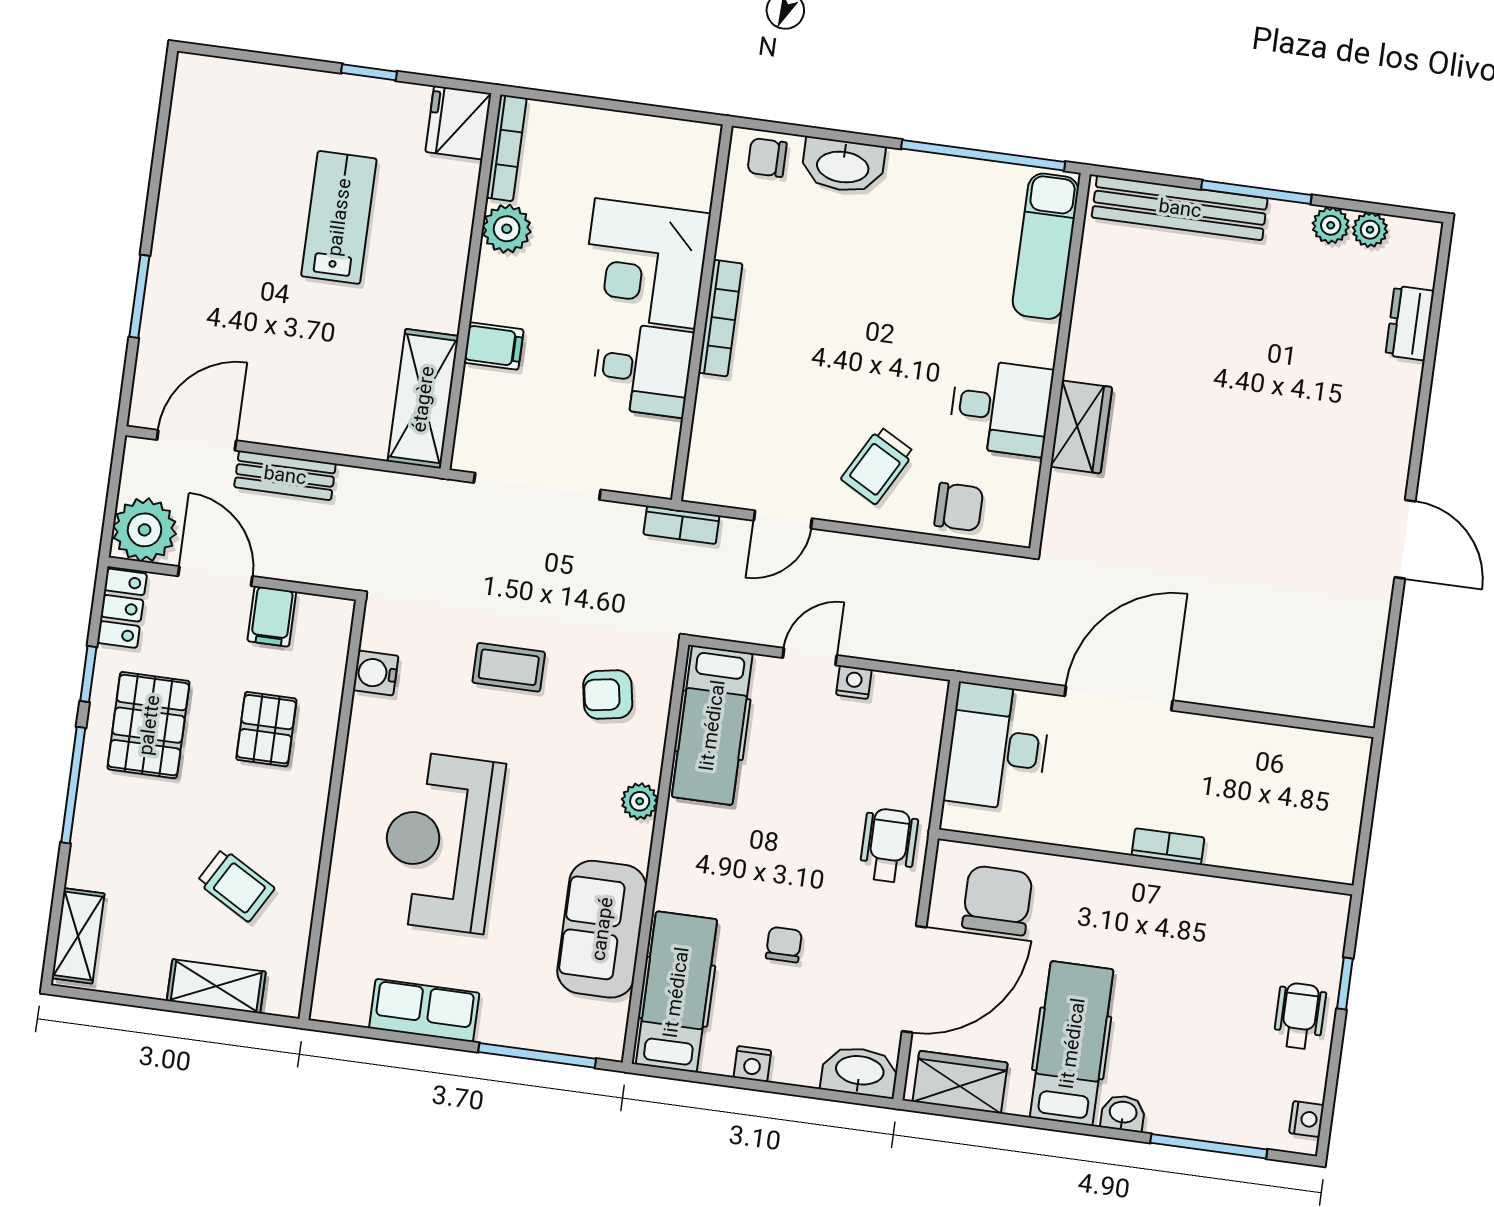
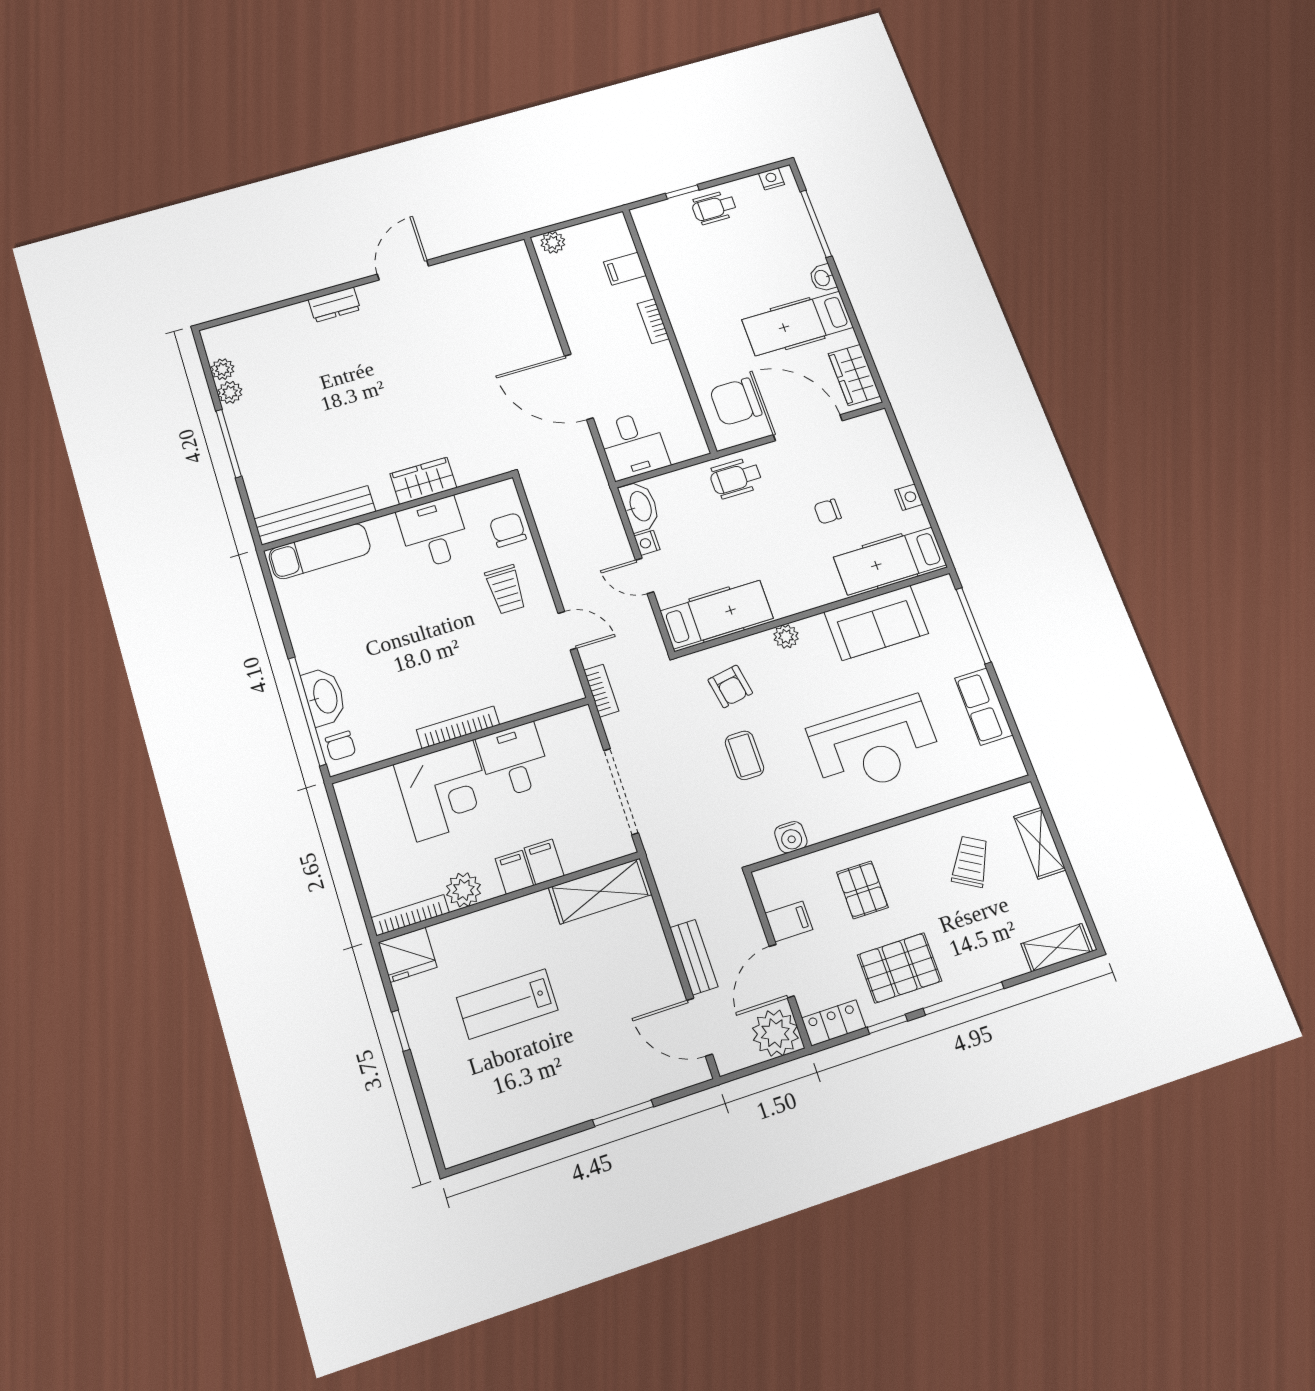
window: (983, 155) -> (307, 711), moved
bench: (1180, 208) -> (315, 515), moved, turned 90
filing cabinet: (499, 303) -> (514, 872), added
dresser: (1410, 323) -> (334, 305), moved
trolley: (878, 466) -> (506, 589), turned 61
pallet: (266, 729) -> (862, 890), turned 90
desk: (998, 747) -> (633, 445), width x0.73
plant: (1351, 765) -> (553, 242), added
filing cabinet: (1265, 846) -> (625, 269), added
washbasin: (860, 1072) -> (640, 507), moved, turned 180

